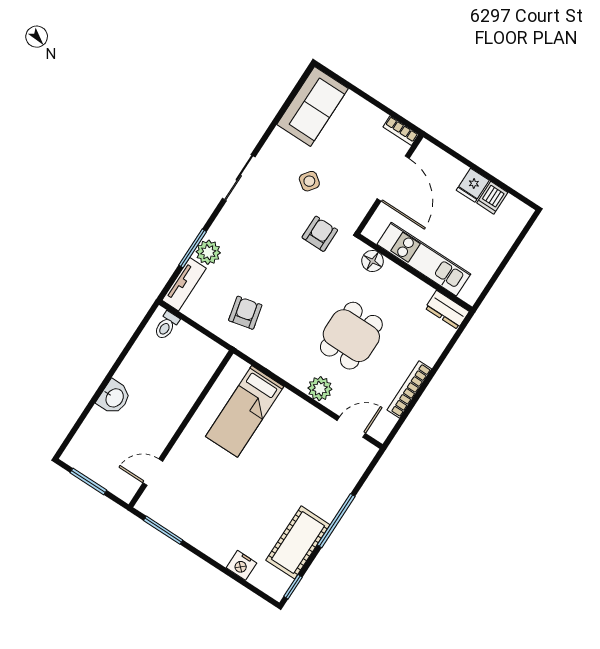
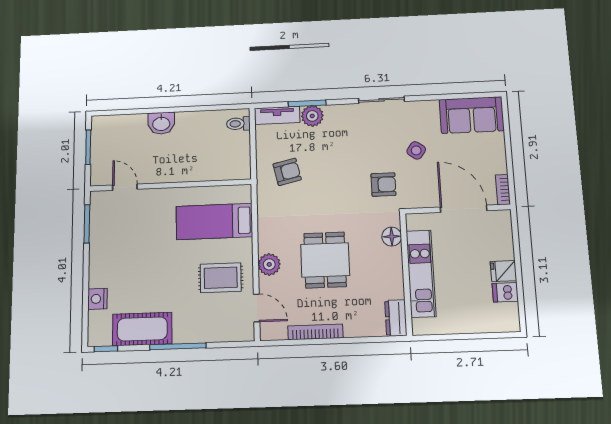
door: (393, 179) -> (464, 209), swing flipped
dining table: (351, 336) -> (325, 260), turned 90
rug: (301, 441) -> (221, 278), added

